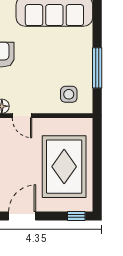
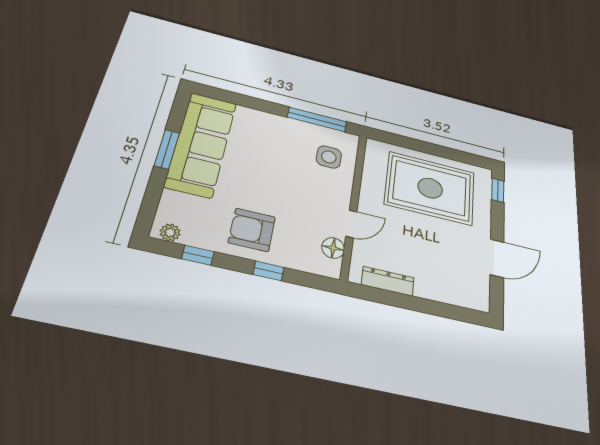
window: (97, 68) -> (317, 119), moved
door: (22, 216) -> (497, 258), swing flipped

